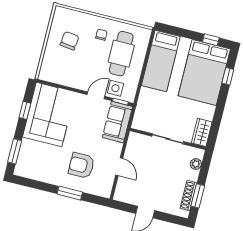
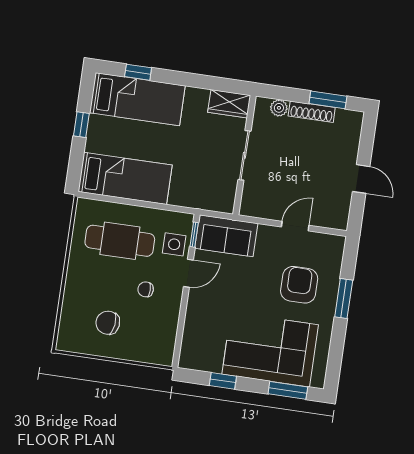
chair: (101, 35) -> (146, 289), moved
window: (211, 40) -> (81, 125), moved
bed: (204, 72) -> (137, 99), width x0.67
door: (96, 95) -> (188, 273), swing flipped
corner sofa: (49, 115) -> (270, 350), moved
armchair: (81, 165) -> (299, 285), turned 180
shoe rack: (188, 195) -> (312, 112), moved

